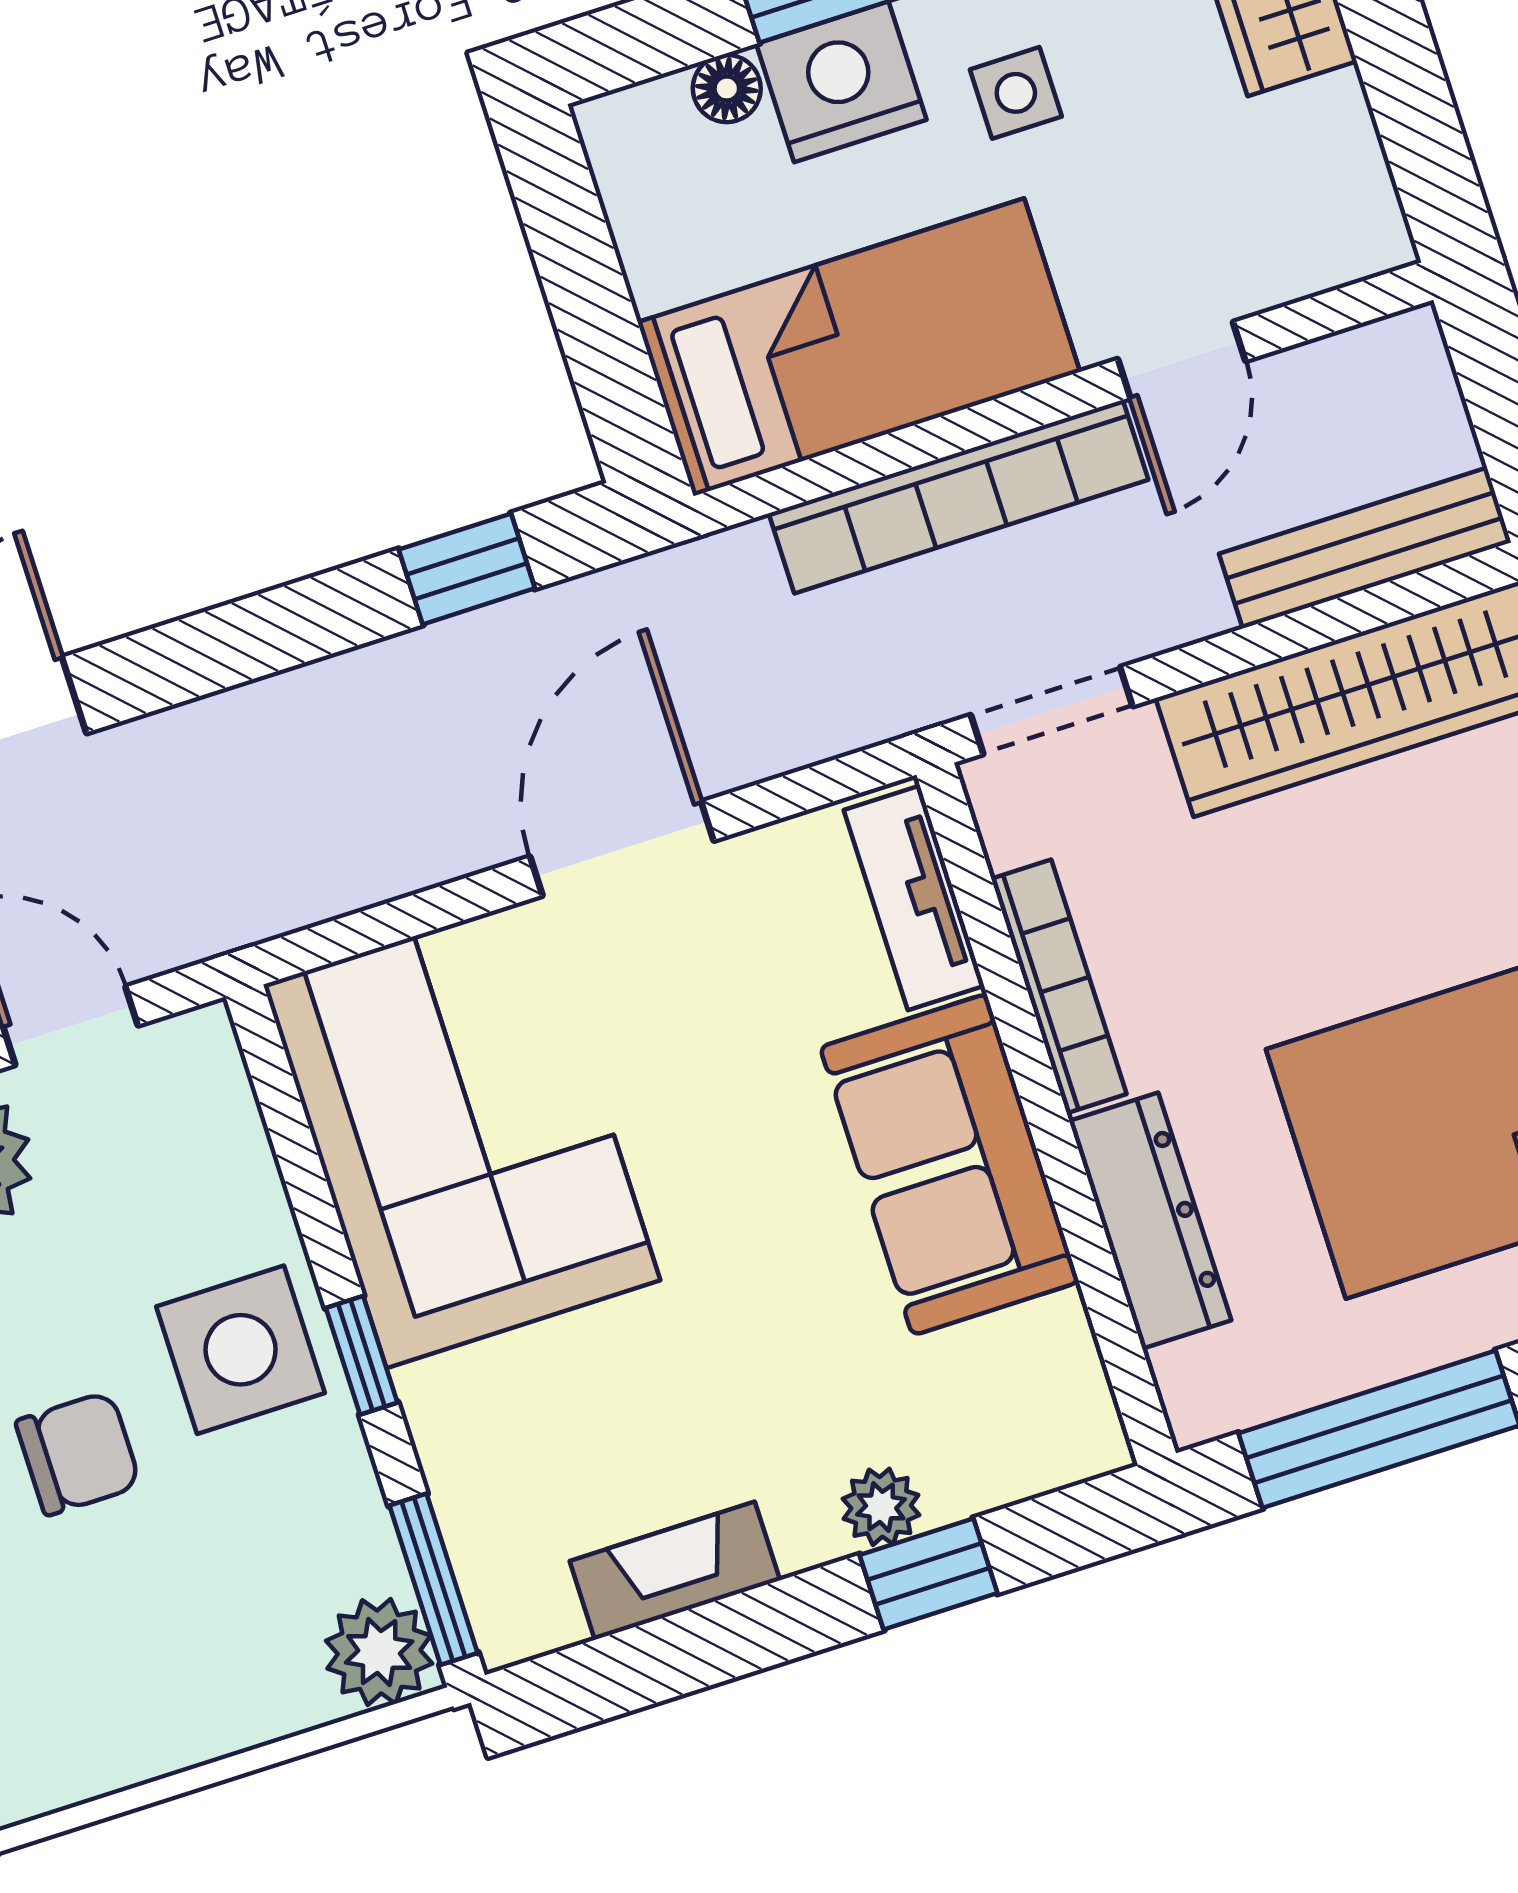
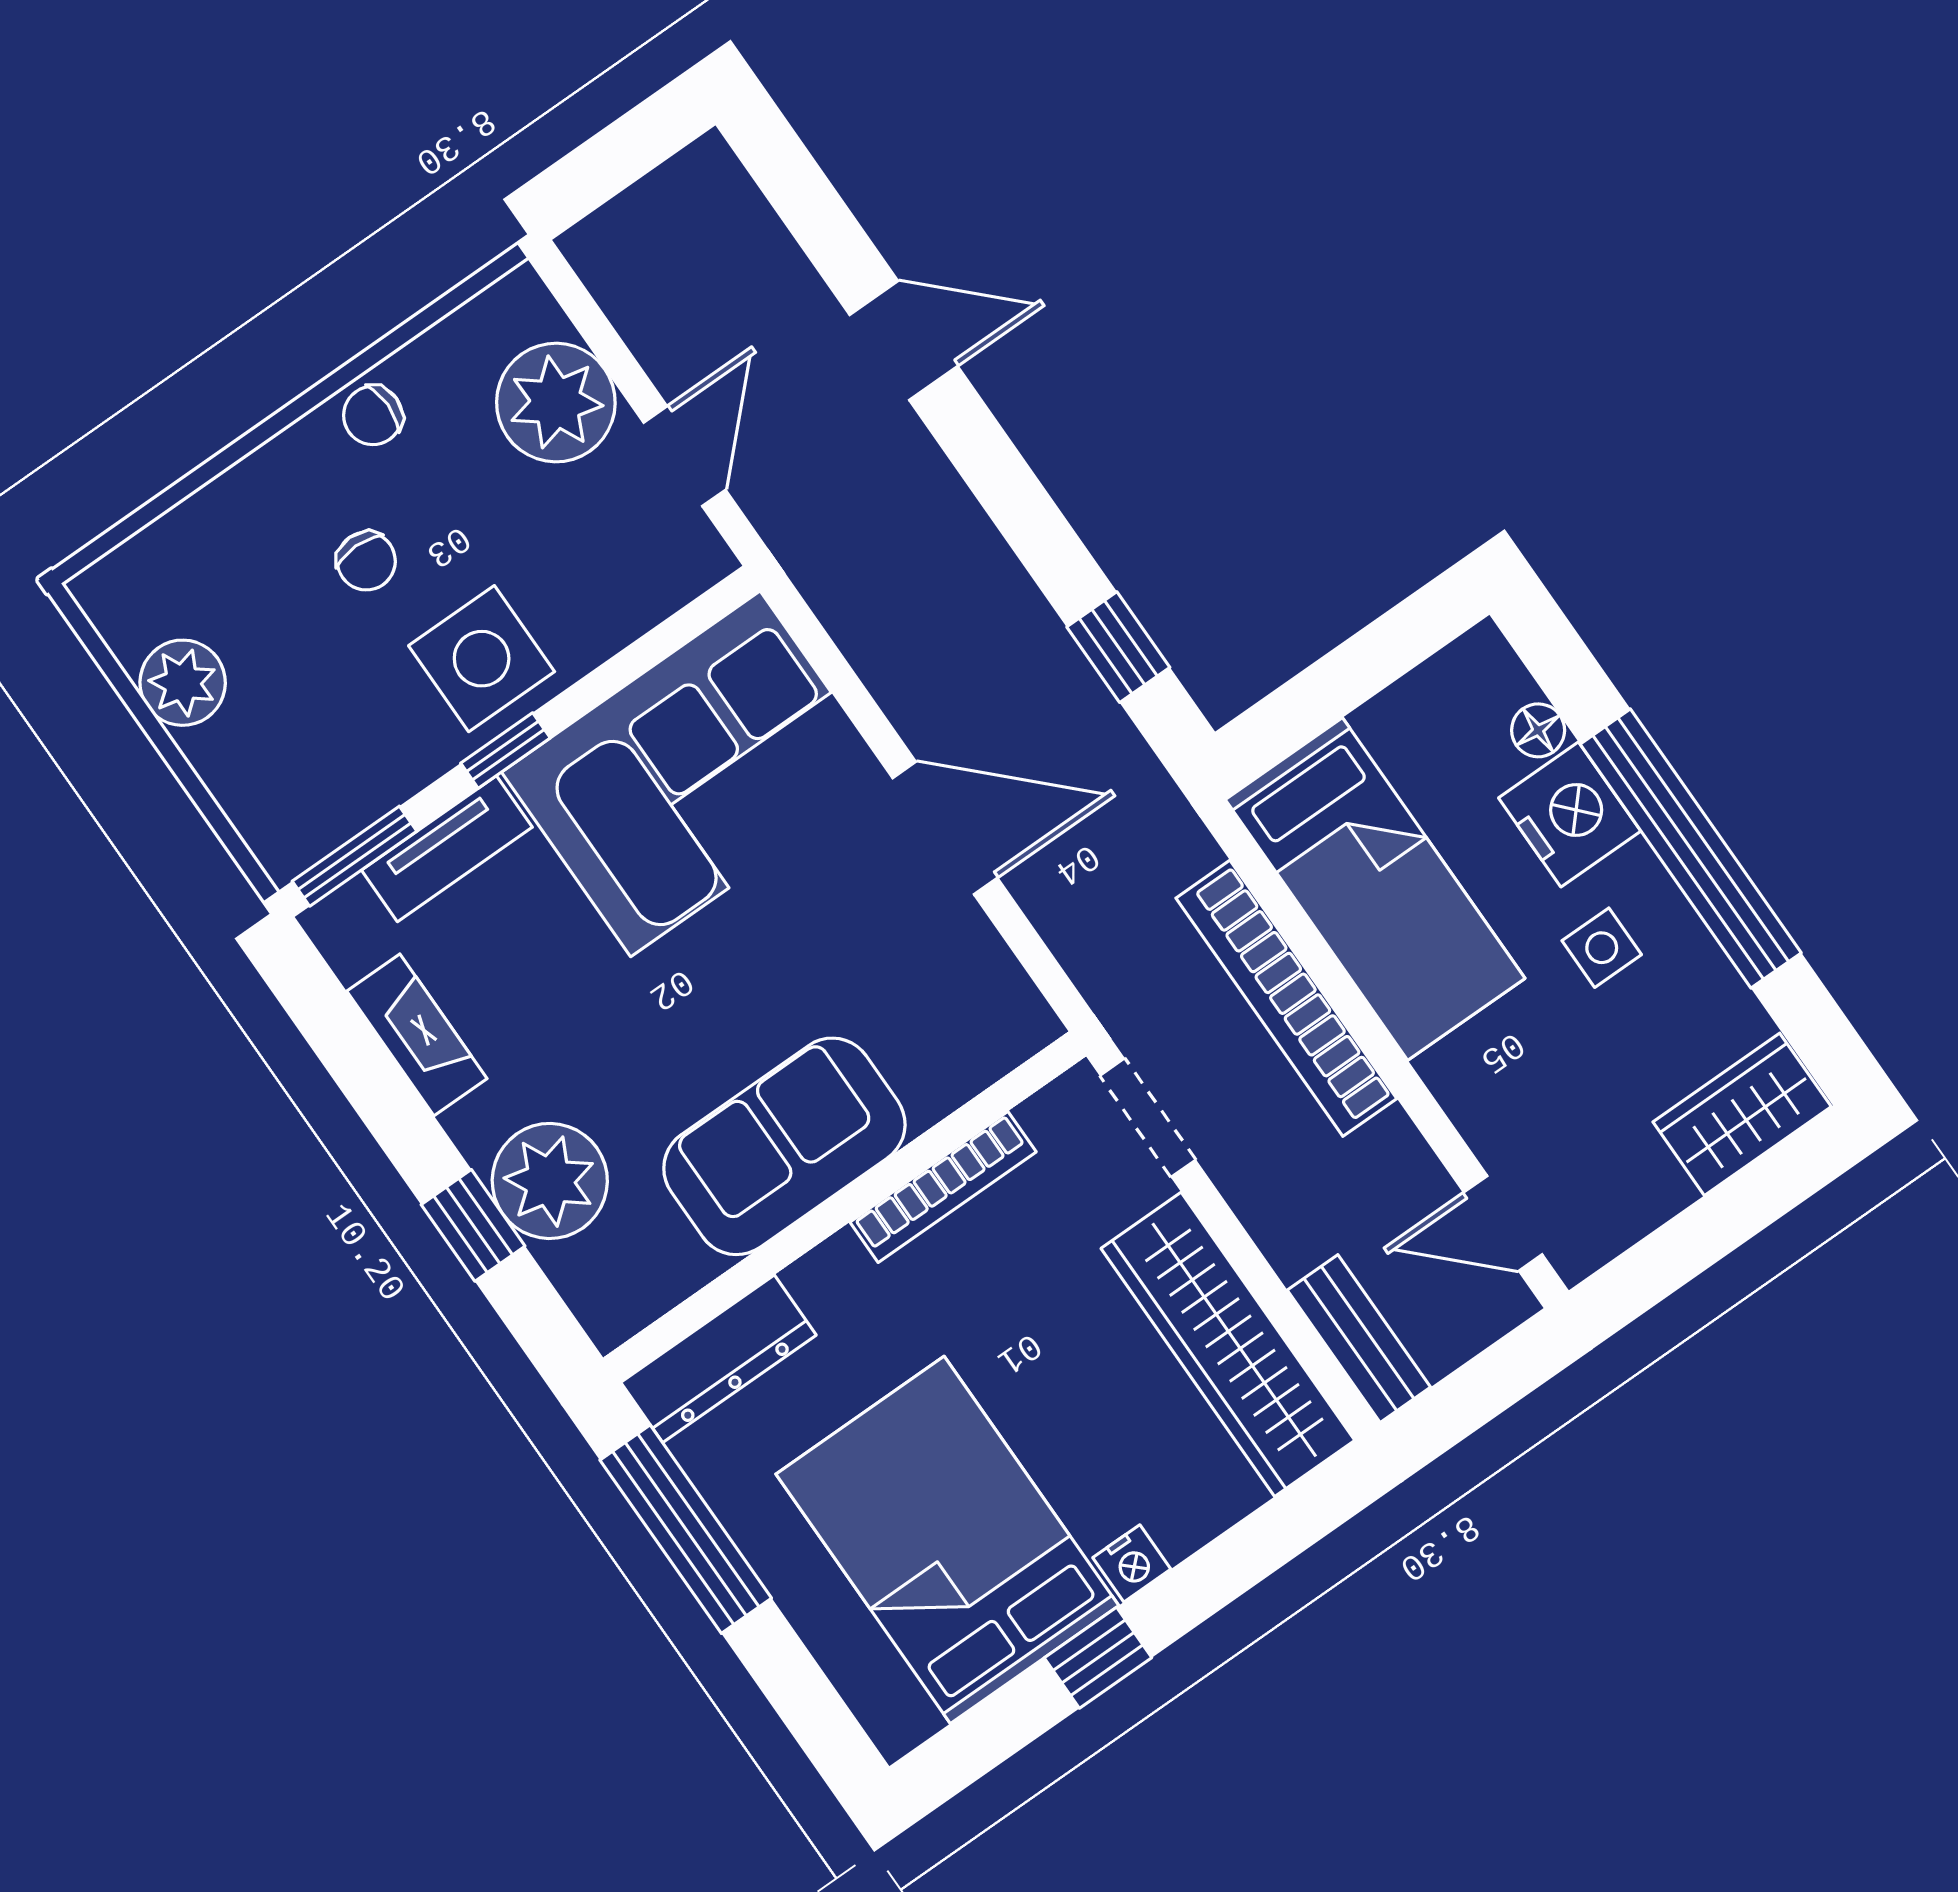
door: (1182, 360) -> (1503, 1223), moved
bench: (1365, 548) -> (1359, 1339), width x0.73
tv unit: (914, 898) -> (447, 849), moved, turned 180
dresser: (1150, 1221) -> (718, 1359), moved
chair: (78, 1453) -> (366, 561), width x0.73, depth x0.73
plant: (881, 1507) -> (550, 1181), width x1.87, depth x1.87
plant: (379, 1652) -> (183, 683), moved

